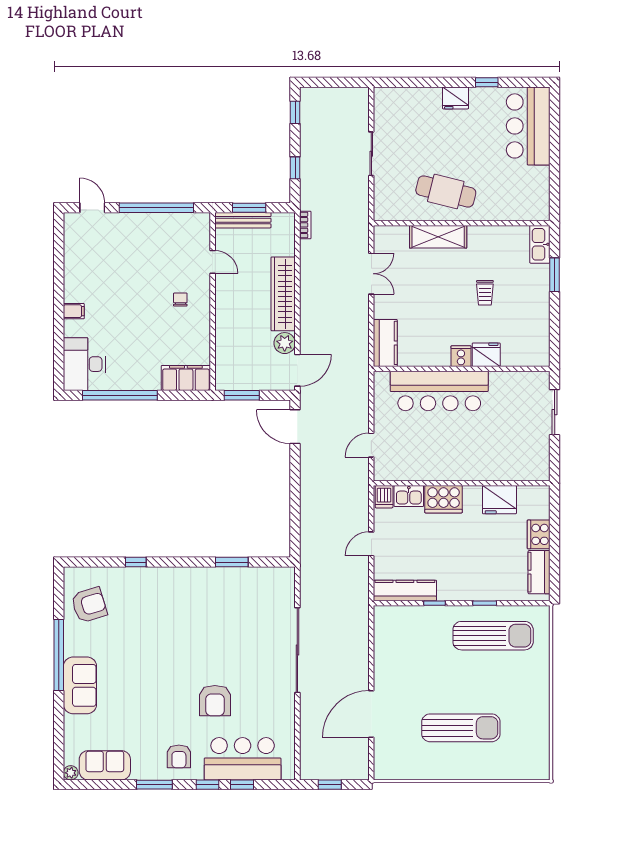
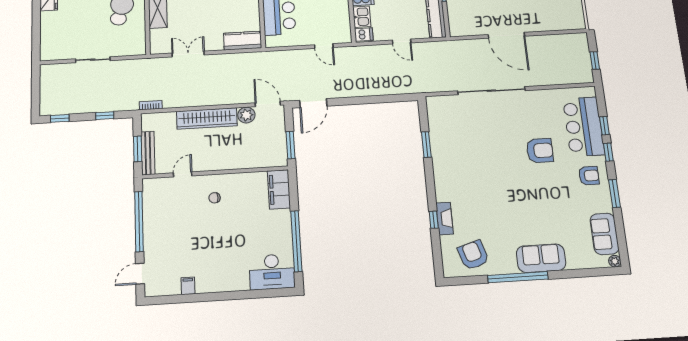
filing cabinet: (74, 311) -> (188, 286), moved
fireplace: (136, 575) -> (445, 218), added
door: (371, 714) -> (506, 35), moved

